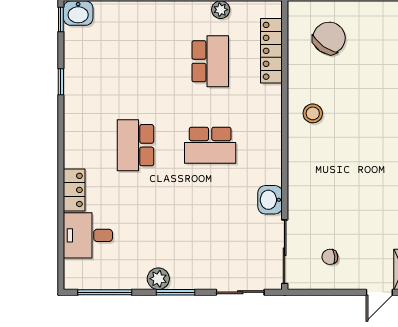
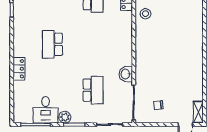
stool: (313, 113) -> (145, 14), moved
school desk: (210, 145) -> (93, 90), moved, turned -90
desk: (88, 235) -> (46, 110), moved, turned -90

